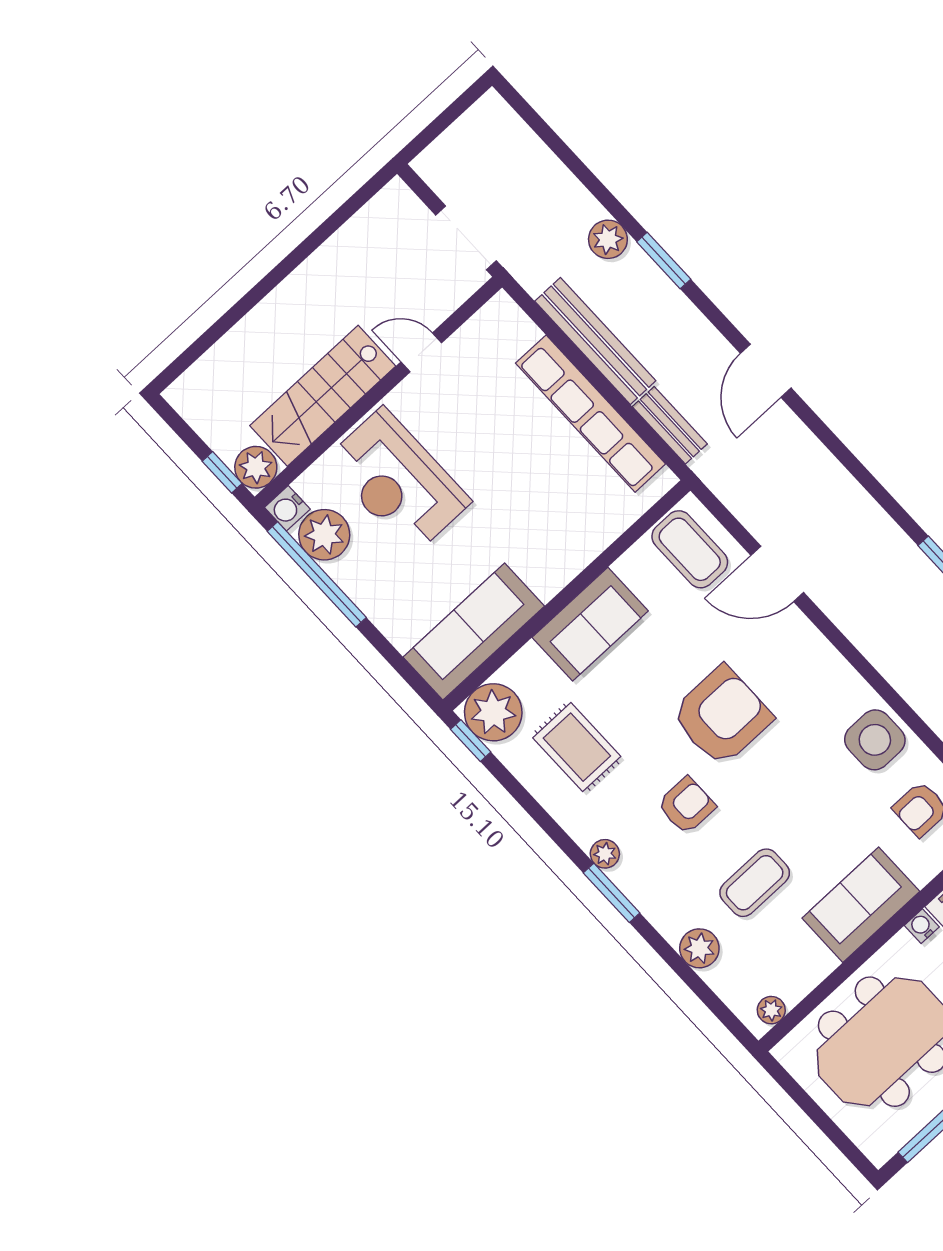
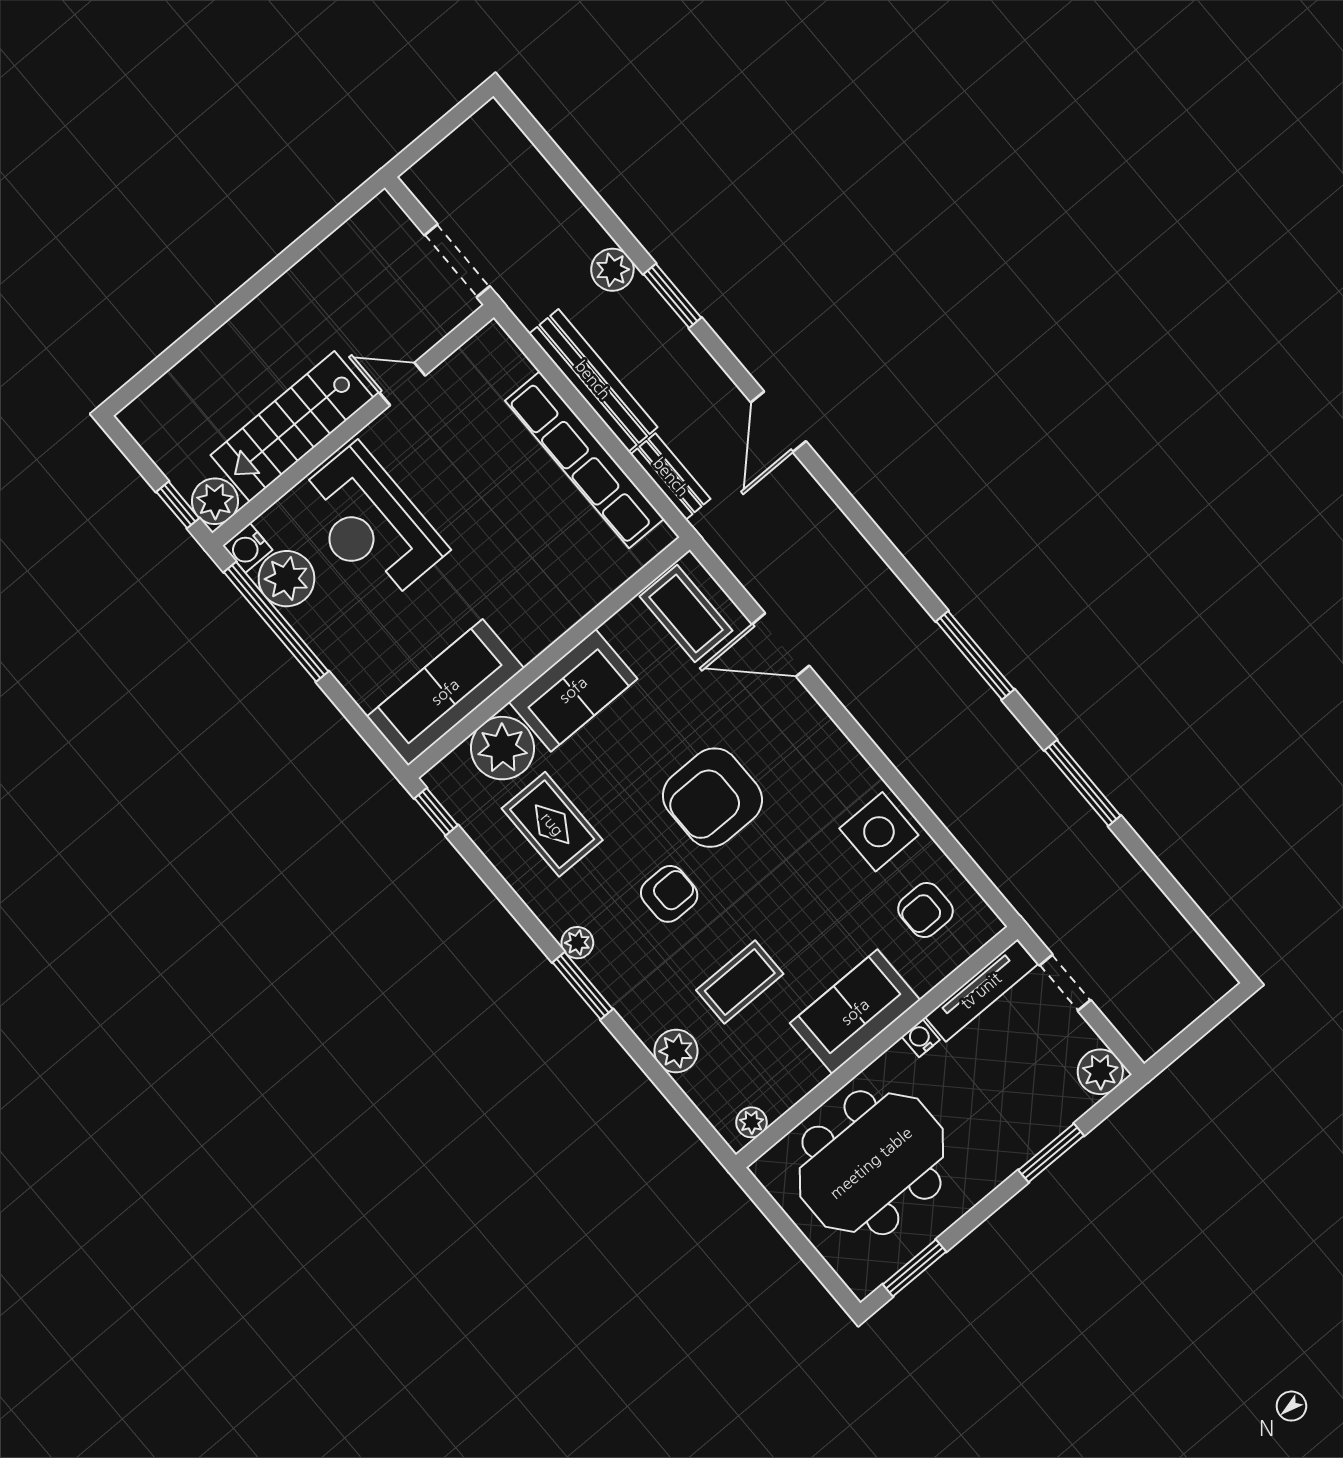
plant: (493, 712) -> (503, 748), moved
armchair: (722, 716) -> (712, 798), turned 180

